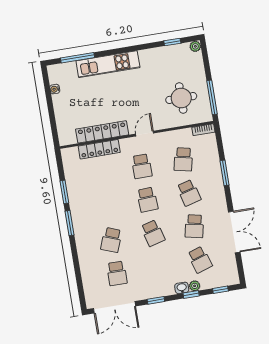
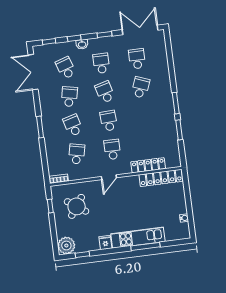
plant: (195, 46) -> (66, 246), width x1.88, depth x1.88
fridge: (146, 57) -> (105, 242), added
window: (78, 58) -> (145, 246), moved
window: (212, 97) -> (50, 206), width x0.46
round table: (181, 98) -> (77, 206), turned 35
locker: (102, 132) -> (161, 178), moved
window: (224, 173) -> (40, 127), moved
double door: (234, 232) -> (33, 72), moved
school desk: (158, 266) -> (101, 63), added
plant: (195, 286) -> (71, 46), removed

